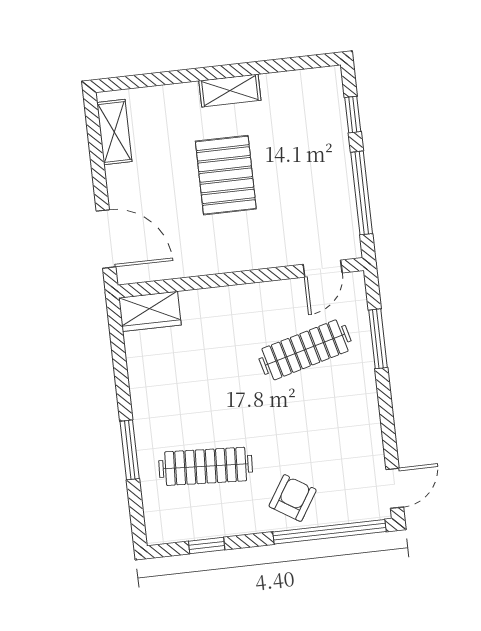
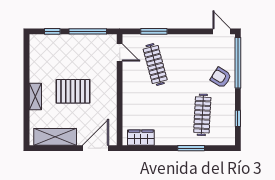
shelving: (230, 91) -> (35, 97), moved
shelving: (114, 132) -> (55, 137), width x1.50, depth x1.33
wardrobe: (150, 311) -> (141, 138), moved, turned -90

